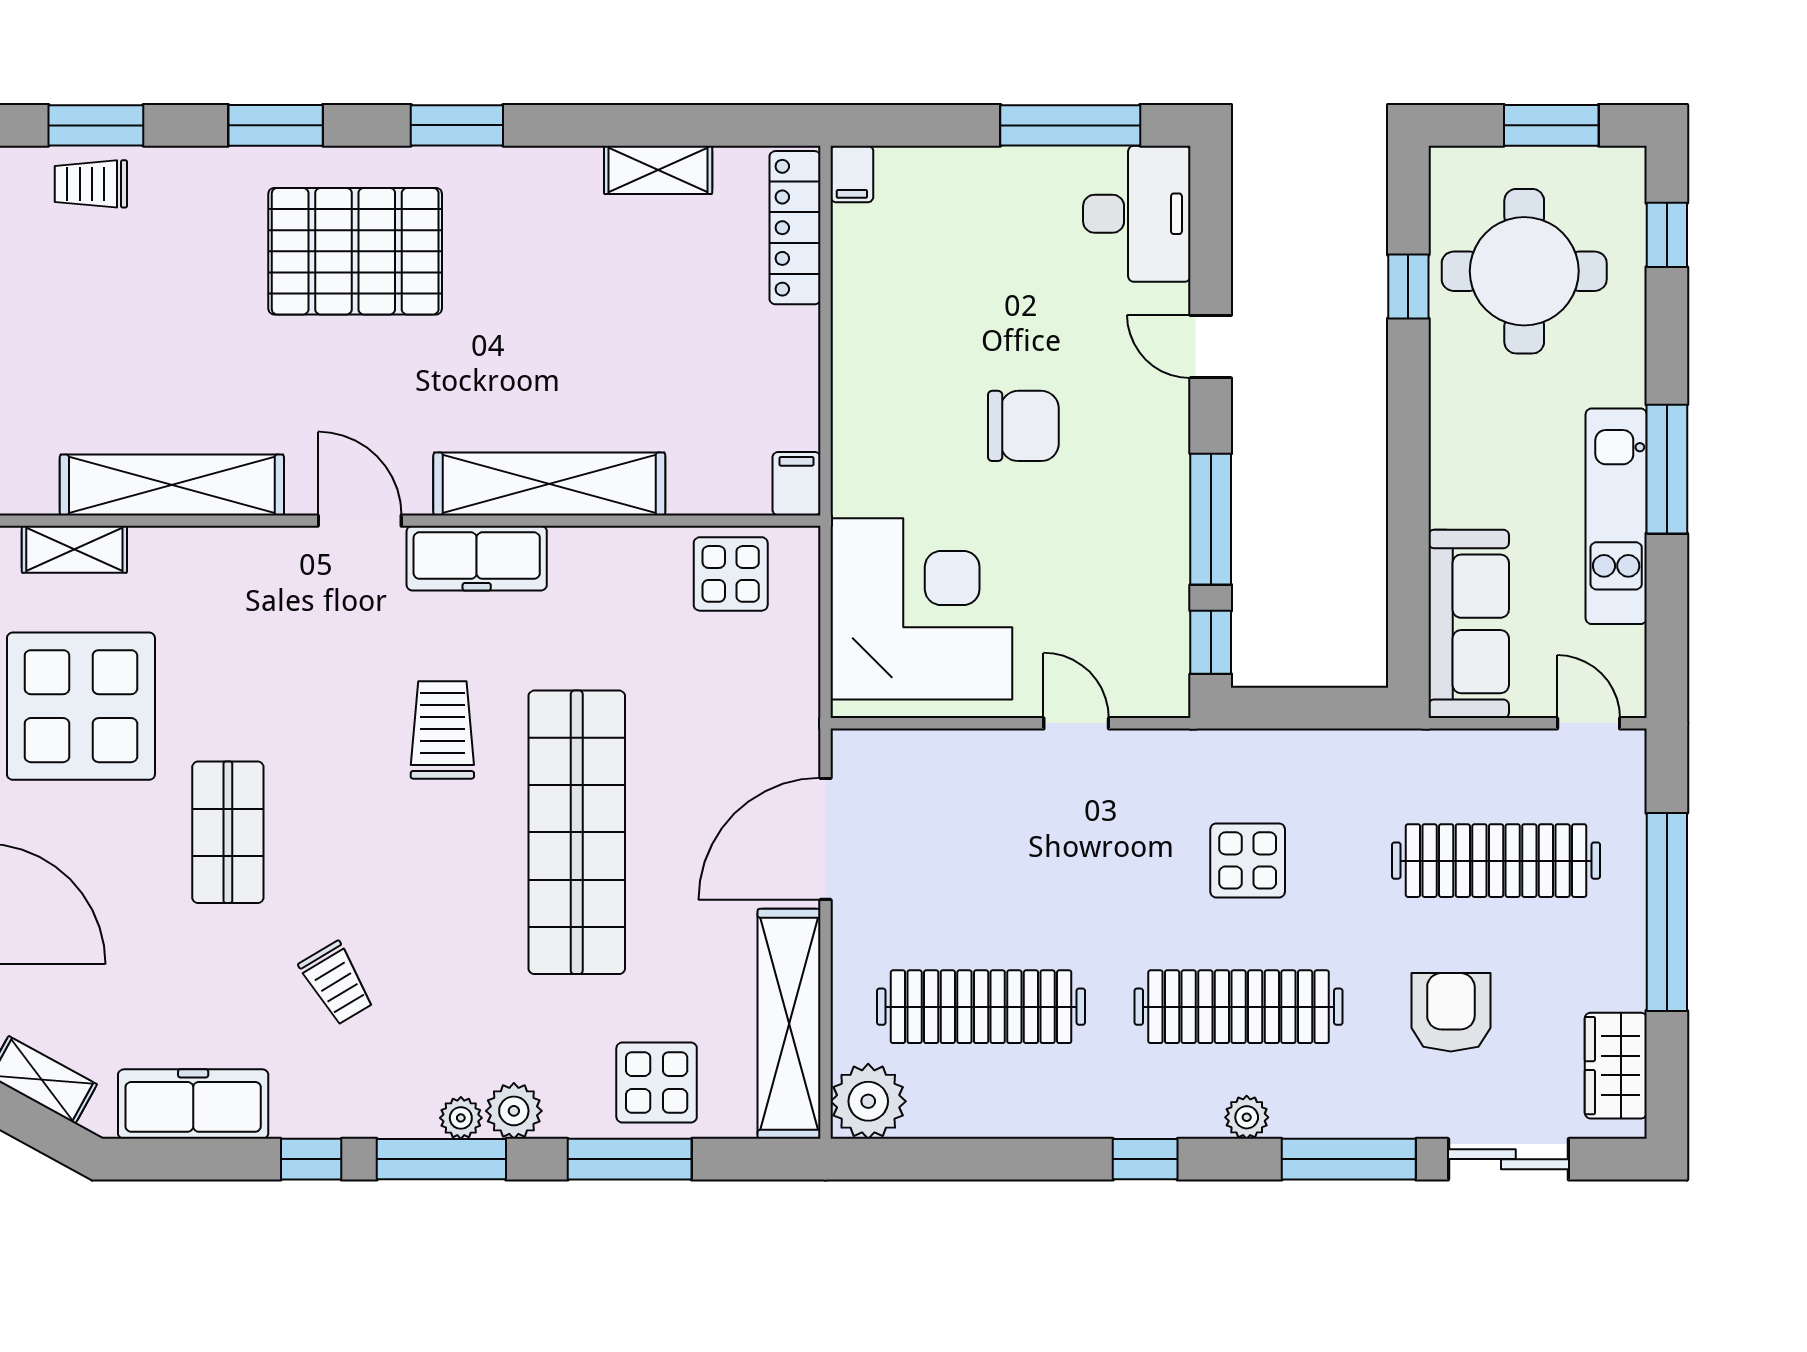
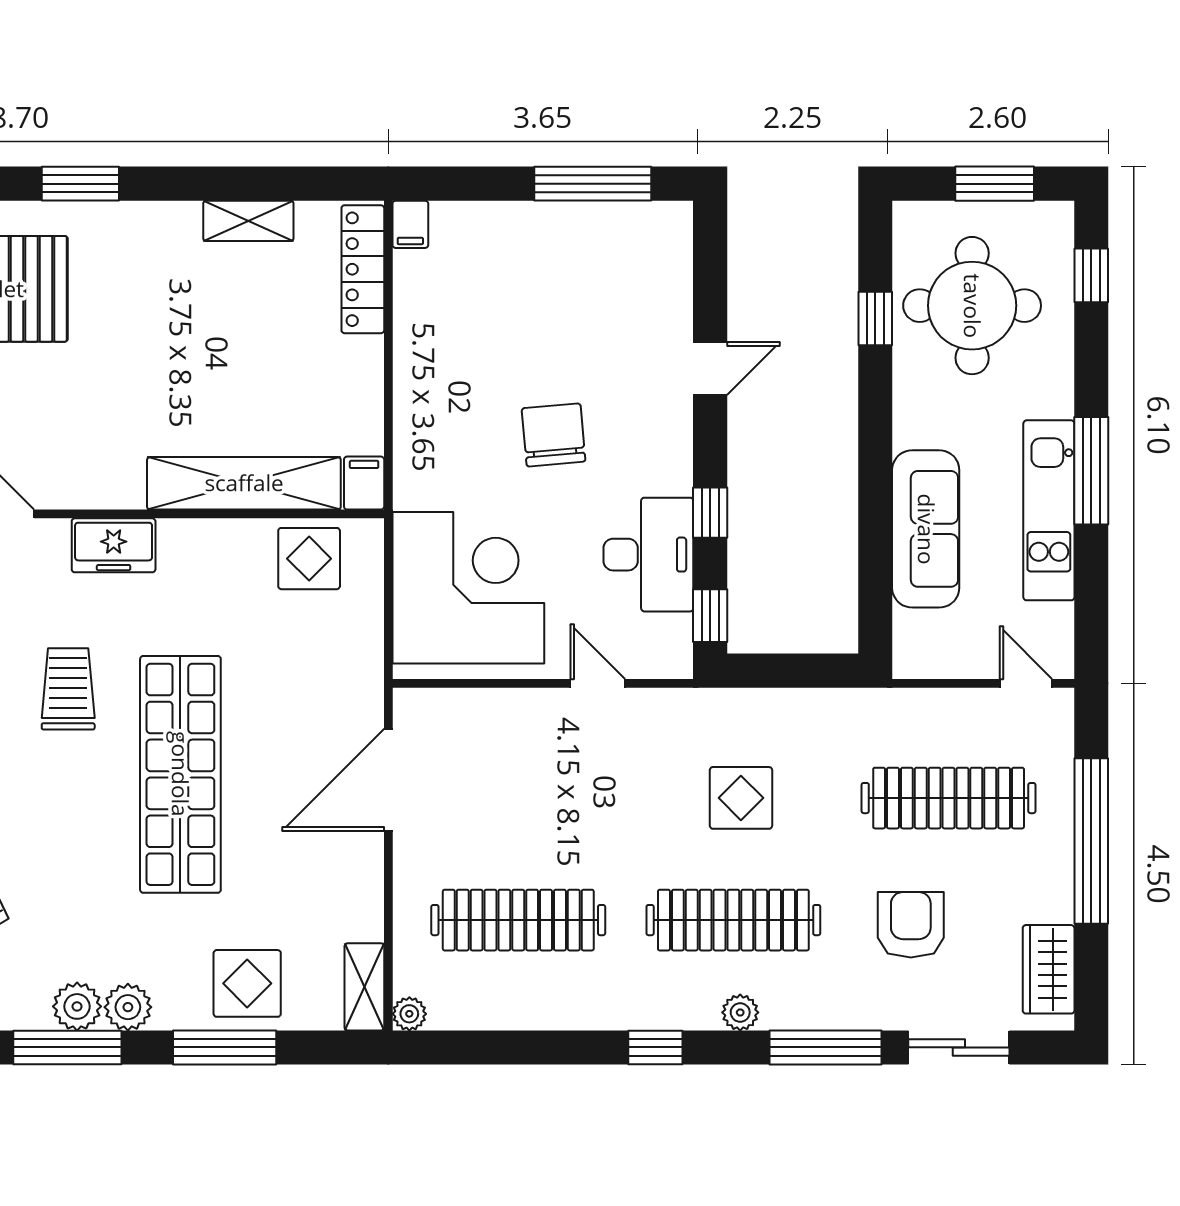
desk: (1137, 214) -> (648, 555), moved
door: (1211, 347) -> (710, 369), swing flipped
chair: (1023, 426) -> (554, 435), turned -95
shelving: (549, 484) -> (244, 483), moved
window: (1211, 519) -> (710, 513), width x0.46
freezer: (477, 558) -> (114, 545), width x0.71
sofa: (1469, 624) -> (926, 529), moved
shelving: (789, 1024) -> (364, 987), width x0.45, depth x0.75
plant: (868, 1101) -> (409, 1014), width x0.53, depth x0.53
plant: (461, 1118) -> (77, 1006), width x1.38, depth x1.38

